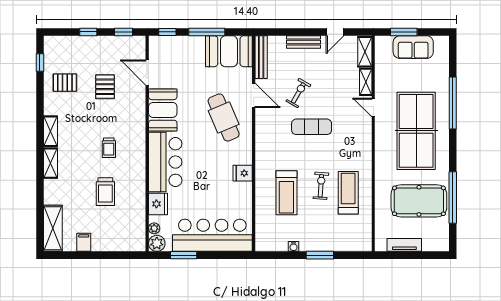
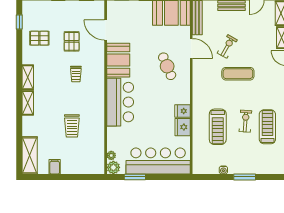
cafe table: (224, 118) -> (167, 66), width x0.73, depth x0.74
trolley: (109, 148) -> (76, 74), moved
fridge: (158, 204) -> (183, 127), moved, turned 180

